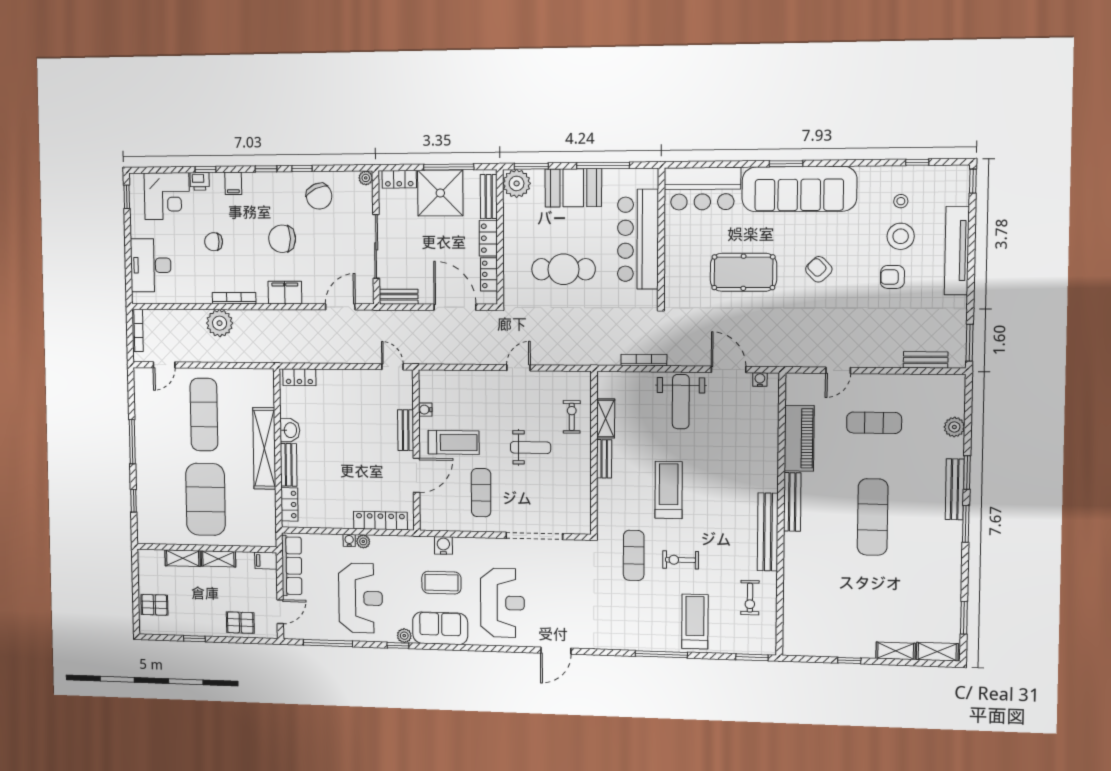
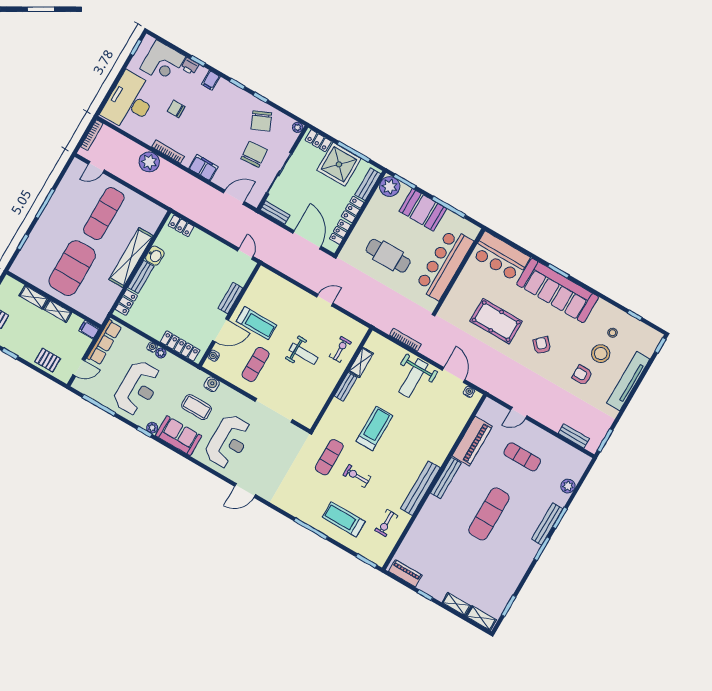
chair: (282, 239) -> (254, 154), moved, turned 86
desk: (151, 265) -> (130, 102), width x1.36, depth x1.30
water cooler: (425, 410) -> (214, 356), moved
treadmill: (695, 622) -> (344, 519), turned -90
piano: (809, 647) -> (405, 573), added

